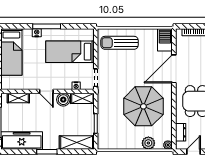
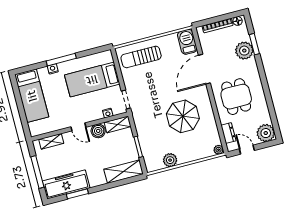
parasol: (143, 106) -> (183, 116), width x0.73, depth x0.73
plant: (148, 143) -> (170, 160), moved
window: (47, 152) -> (77, 194), moved
door: (194, 152) -> (247, 150), hinge flipped

